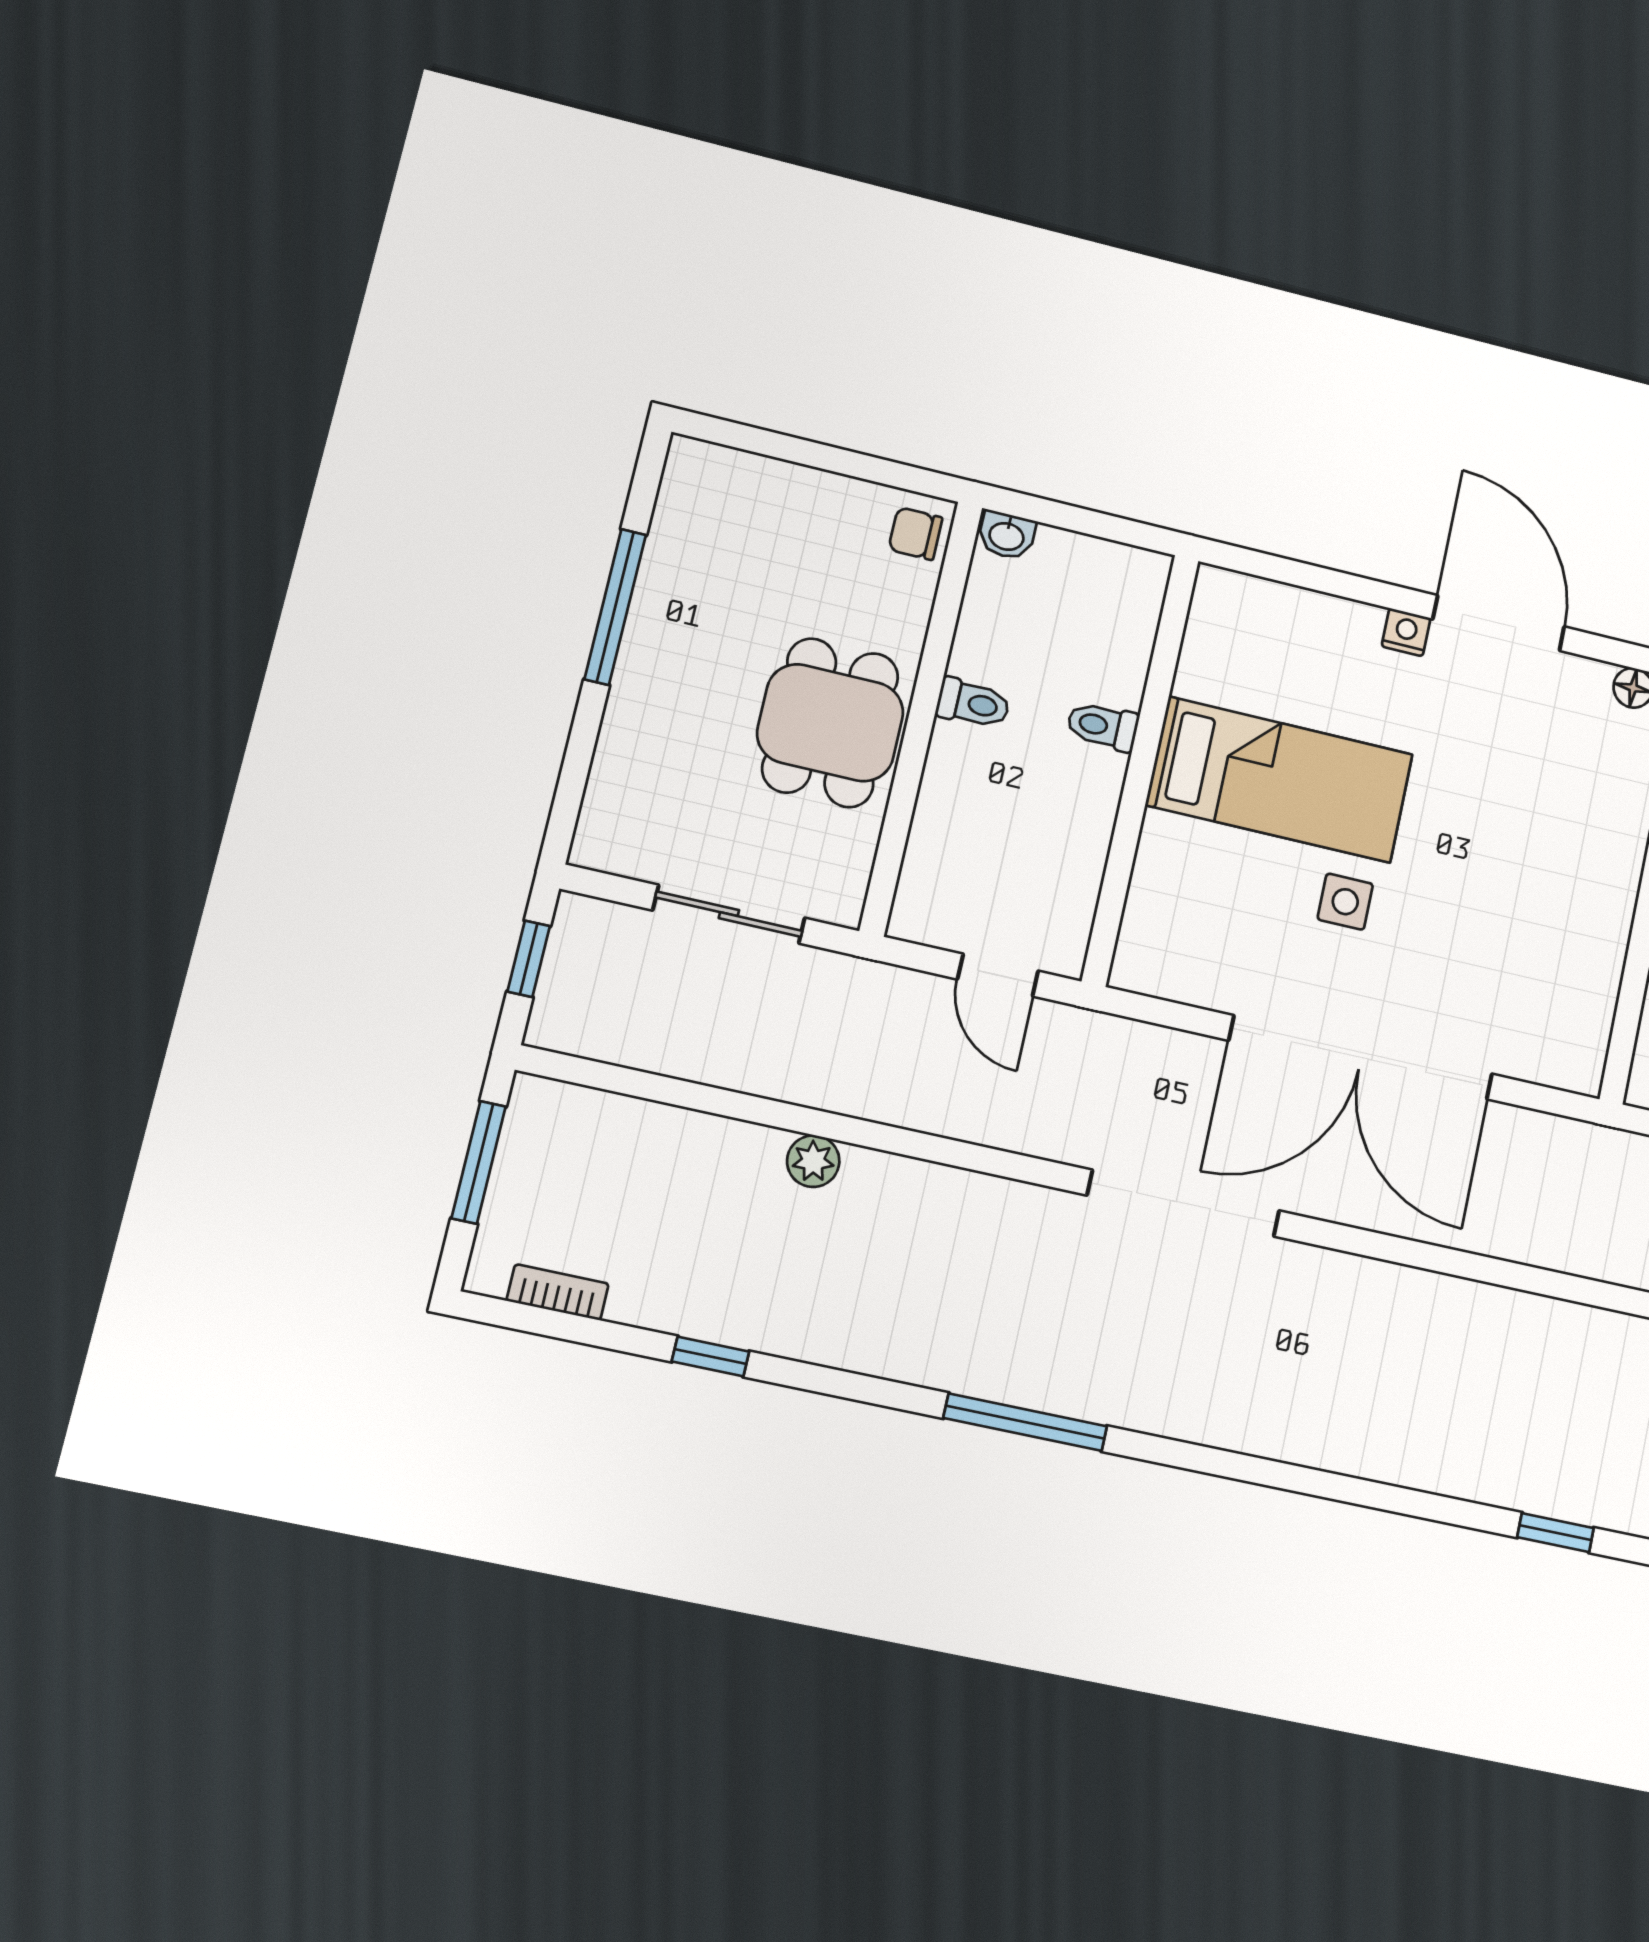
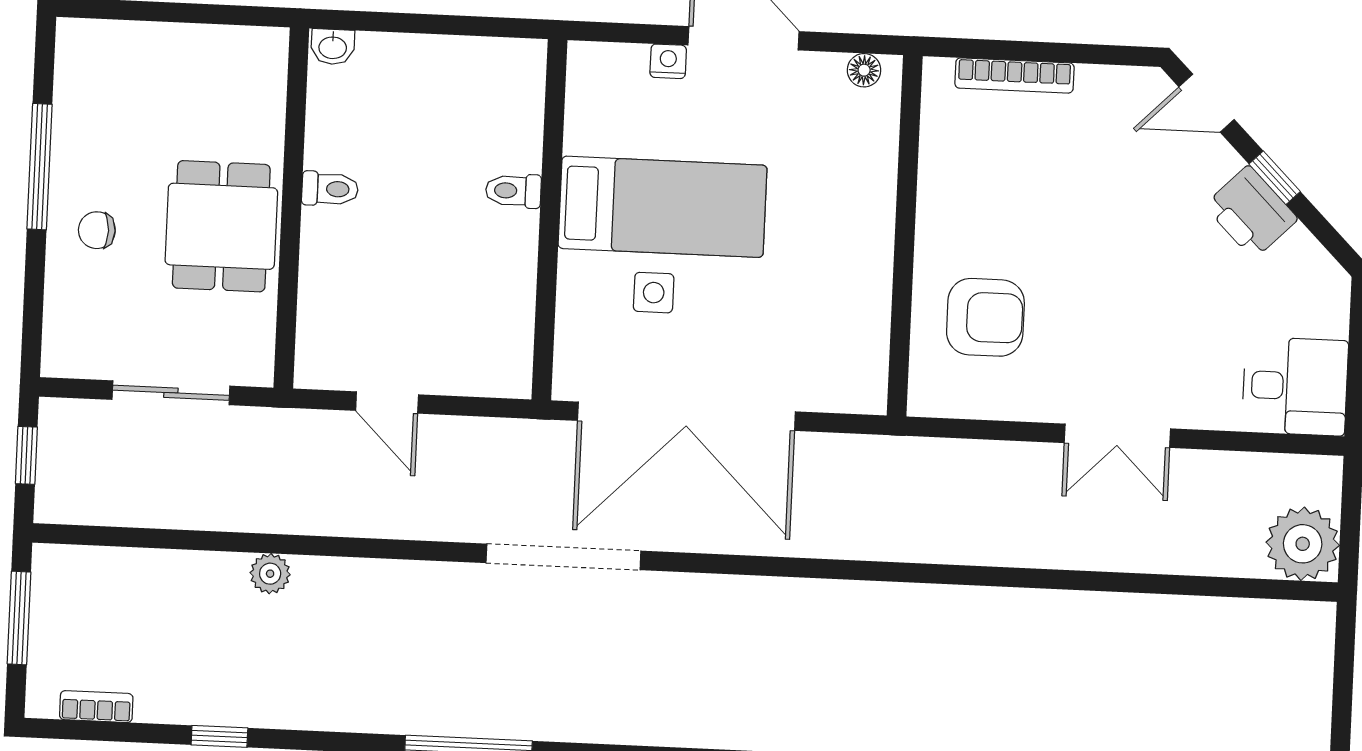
chair: (915, 534) -> (97, 230), moved
toilet: (1103, 726) -> (513, 191), moved
wall: (1141, 769) -> (549, 220), moved
bed: (1280, 780) -> (663, 207), moved

